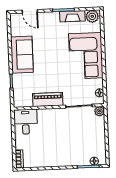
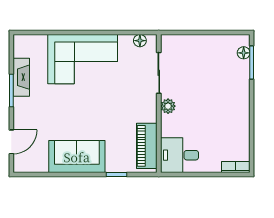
plant: (92, 16) -> (23, 47), removed
piano: (48, 99) -> (147, 146), moved
plant: (100, 111) -> (168, 106), moved

